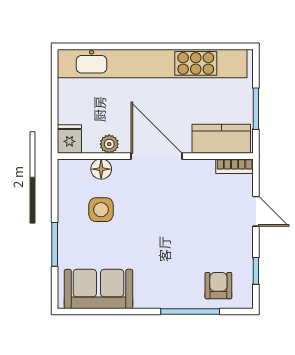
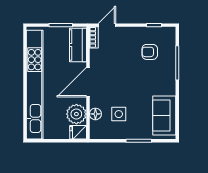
plant: (109, 144) -> (76, 114), width x1.88, depth x1.88
door: (256, 211) -> (107, 25), moved
armchair: (218, 286) -> (150, 52), moved

